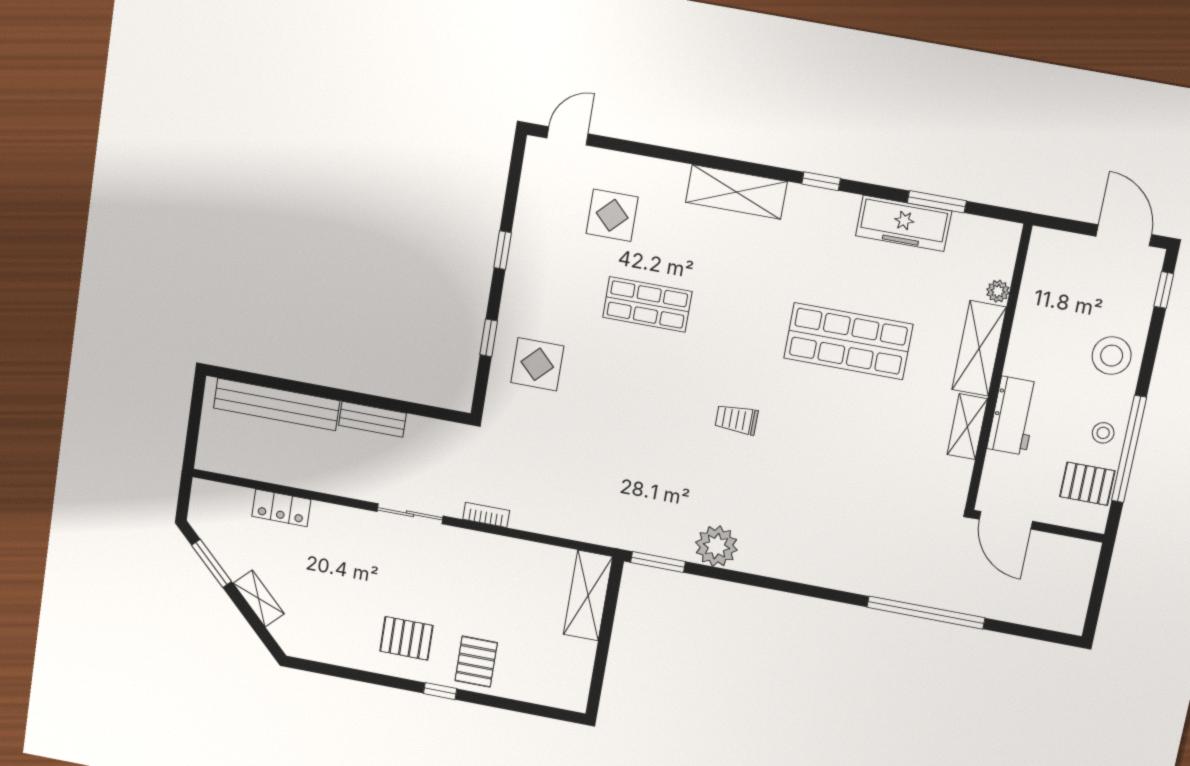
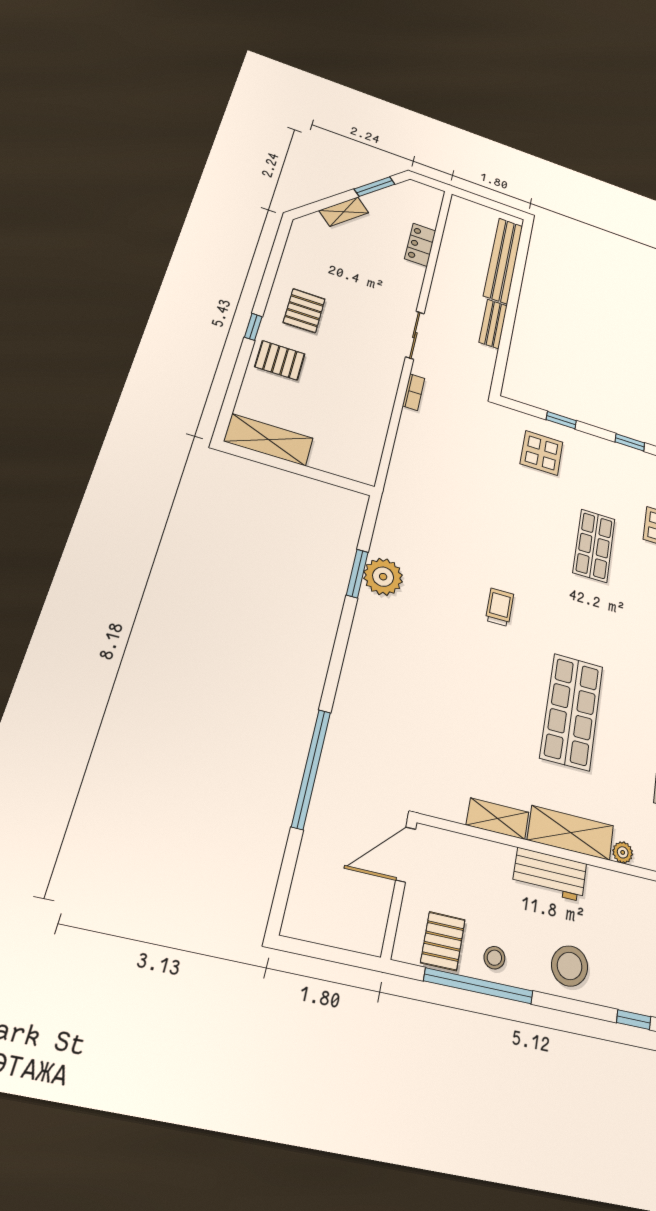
workbench: (1013, 416) -> (550, 874), moved
window: (658, 562) -> (357, 574), moved
shelving: (588, 596) -> (269, 440), moved

